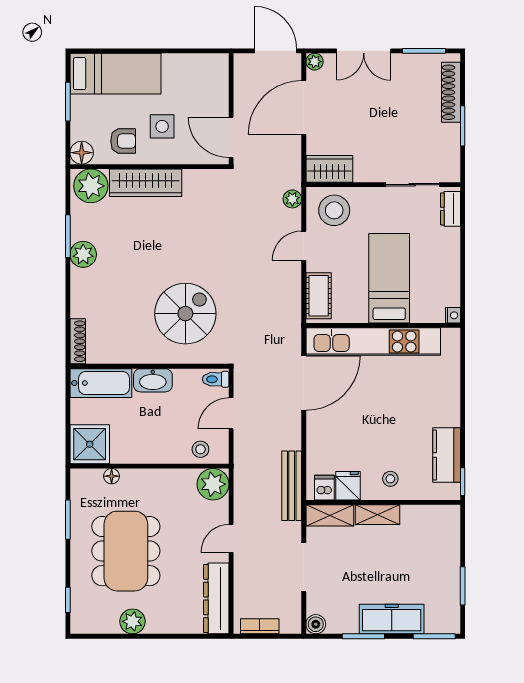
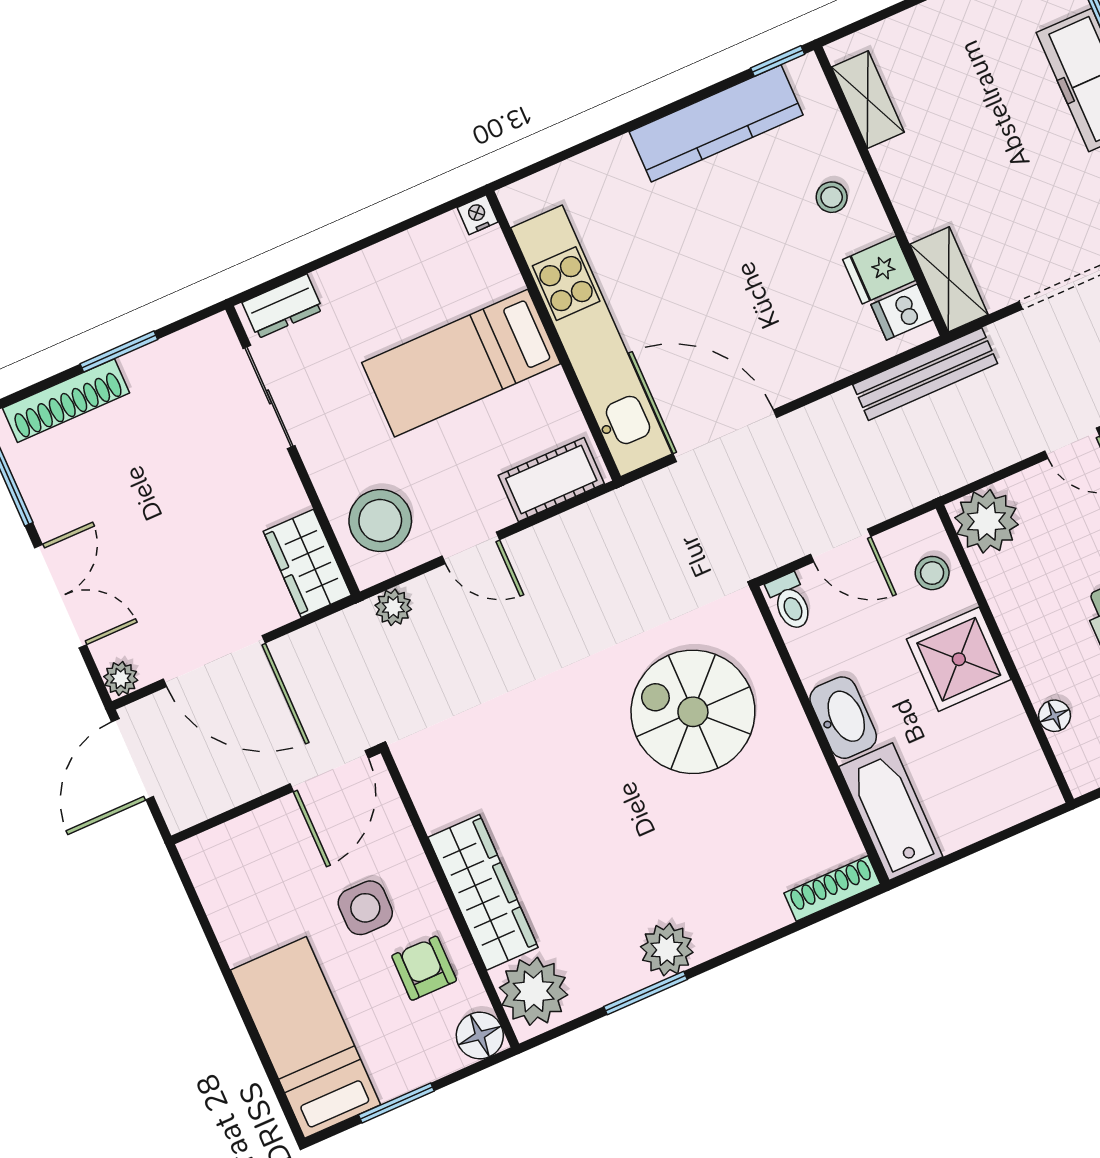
shower: (90, 444) -> (959, 659), moved
kitchen counter: (447, 455) -> (716, 123), width x1.50
shelving: (377, 515) -> (868, 100), moved

